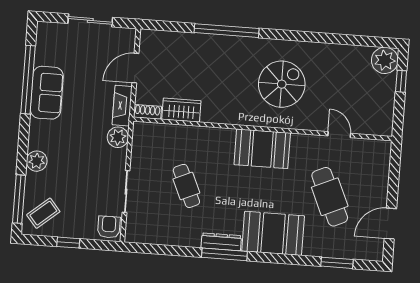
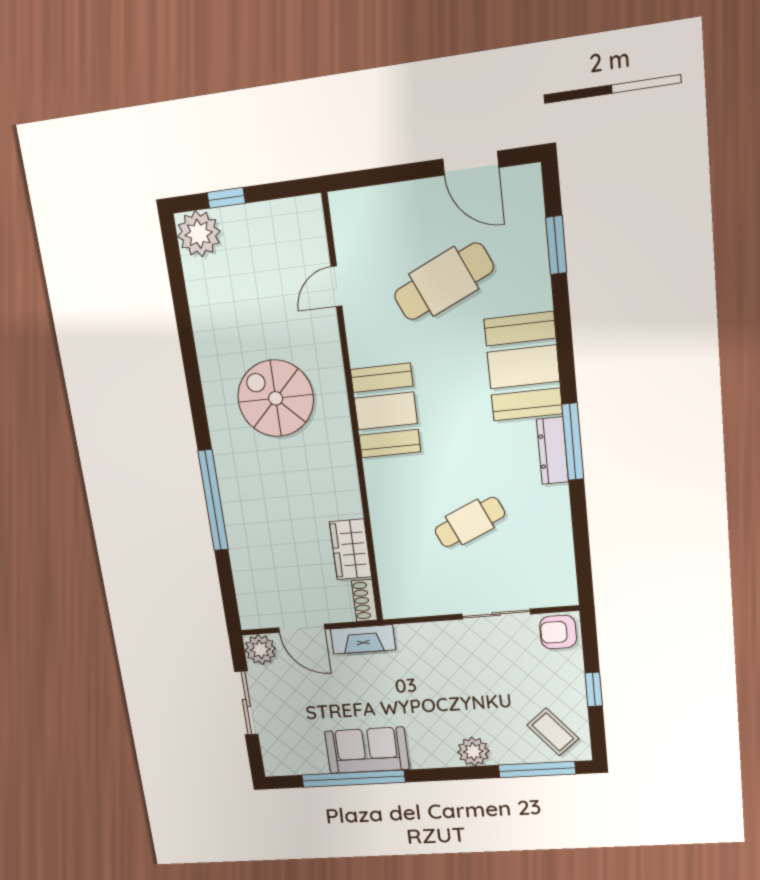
plant: (118, 137) -> (260, 650), moved

